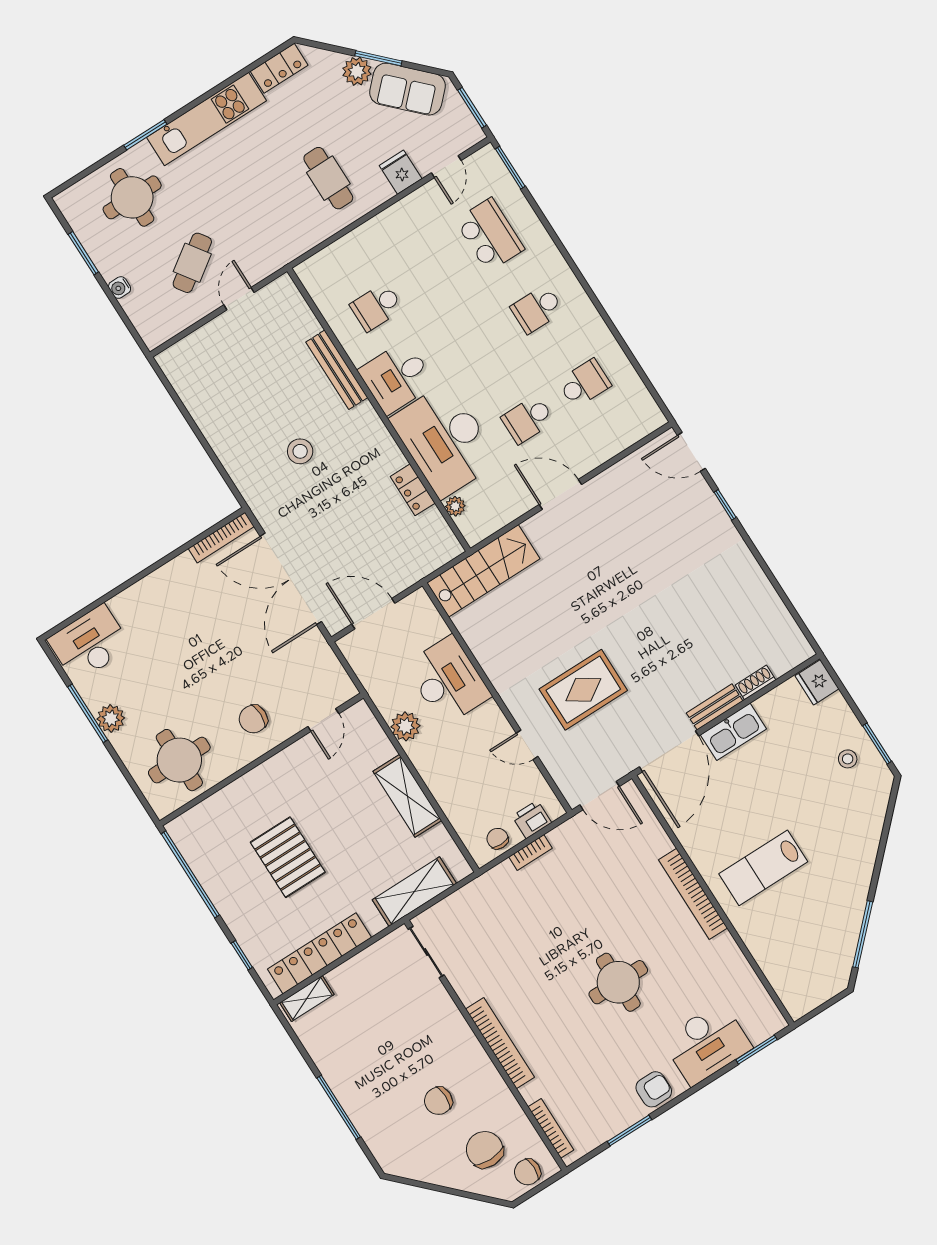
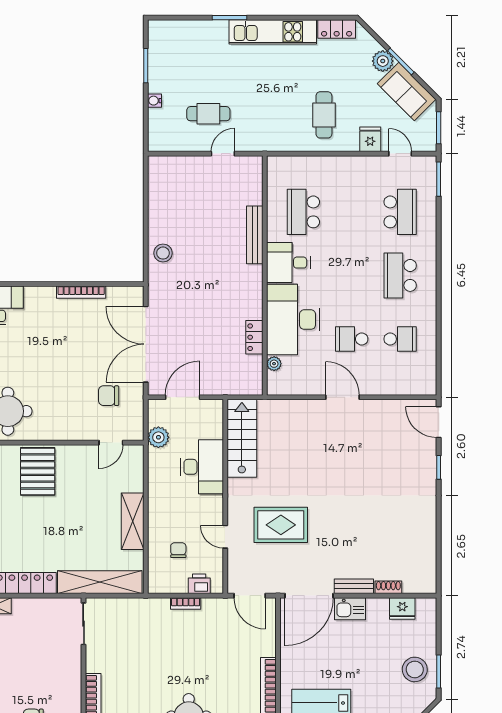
door: (446, 167) -> (400, 154), swing flipped
round table: (132, 197) -> (197, 51), removed
cafe table: (192, 263) -> (208, 114), turned 35
school desk: (376, 307) -> (303, 212), width x1.85
school desk: (537, 309) -> (400, 275), width x1.85
stool: (300, 451) -> (163, 253), moved
bookcase: (221, 538) -> (81, 292), moved
stairs: (483, 571) -> (242, 438), moved, turned -90
door: (373, 614) -> (183, 397), hinge flipped
fridge: (817, 682) -> (402, 608), moved, turned -90
chair: (253, 719) -> (109, 396), moved
plant: (405, 726) -> (158, 437), moved
kitchen sink: (733, 732) -> (350, 609), width x0.73
stool: (848, 759) -> (415, 669), width x1.89, depth x1.89
chair: (498, 839) -> (178, 550), moved
pallet: (288, 857) -> (38, 471), moved
shelving: (414, 892) -> (100, 582), width x1.47

